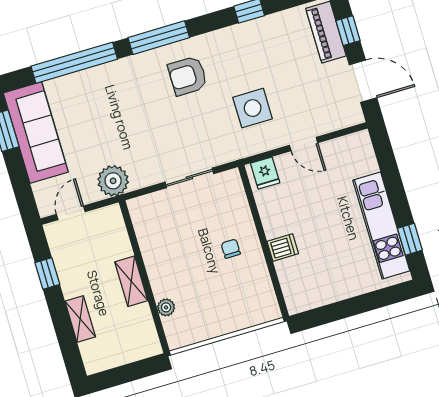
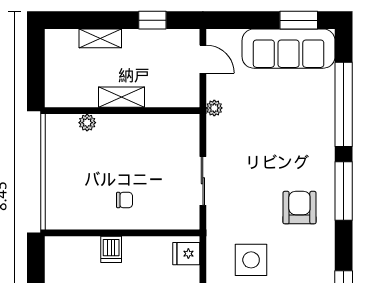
plant: (113, 181) -> (214, 108), width x0.53, depth x0.53

